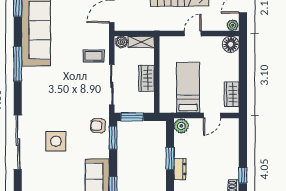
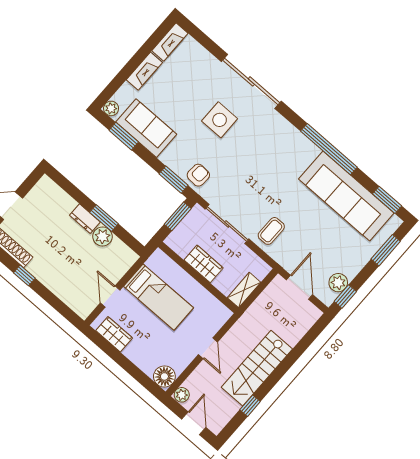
boiler: (121, 42) -> (261, 270), removed
window: (18, 64) -> (329, 149), width x1.46
plant: (181, 126) -> (102, 236), moved

